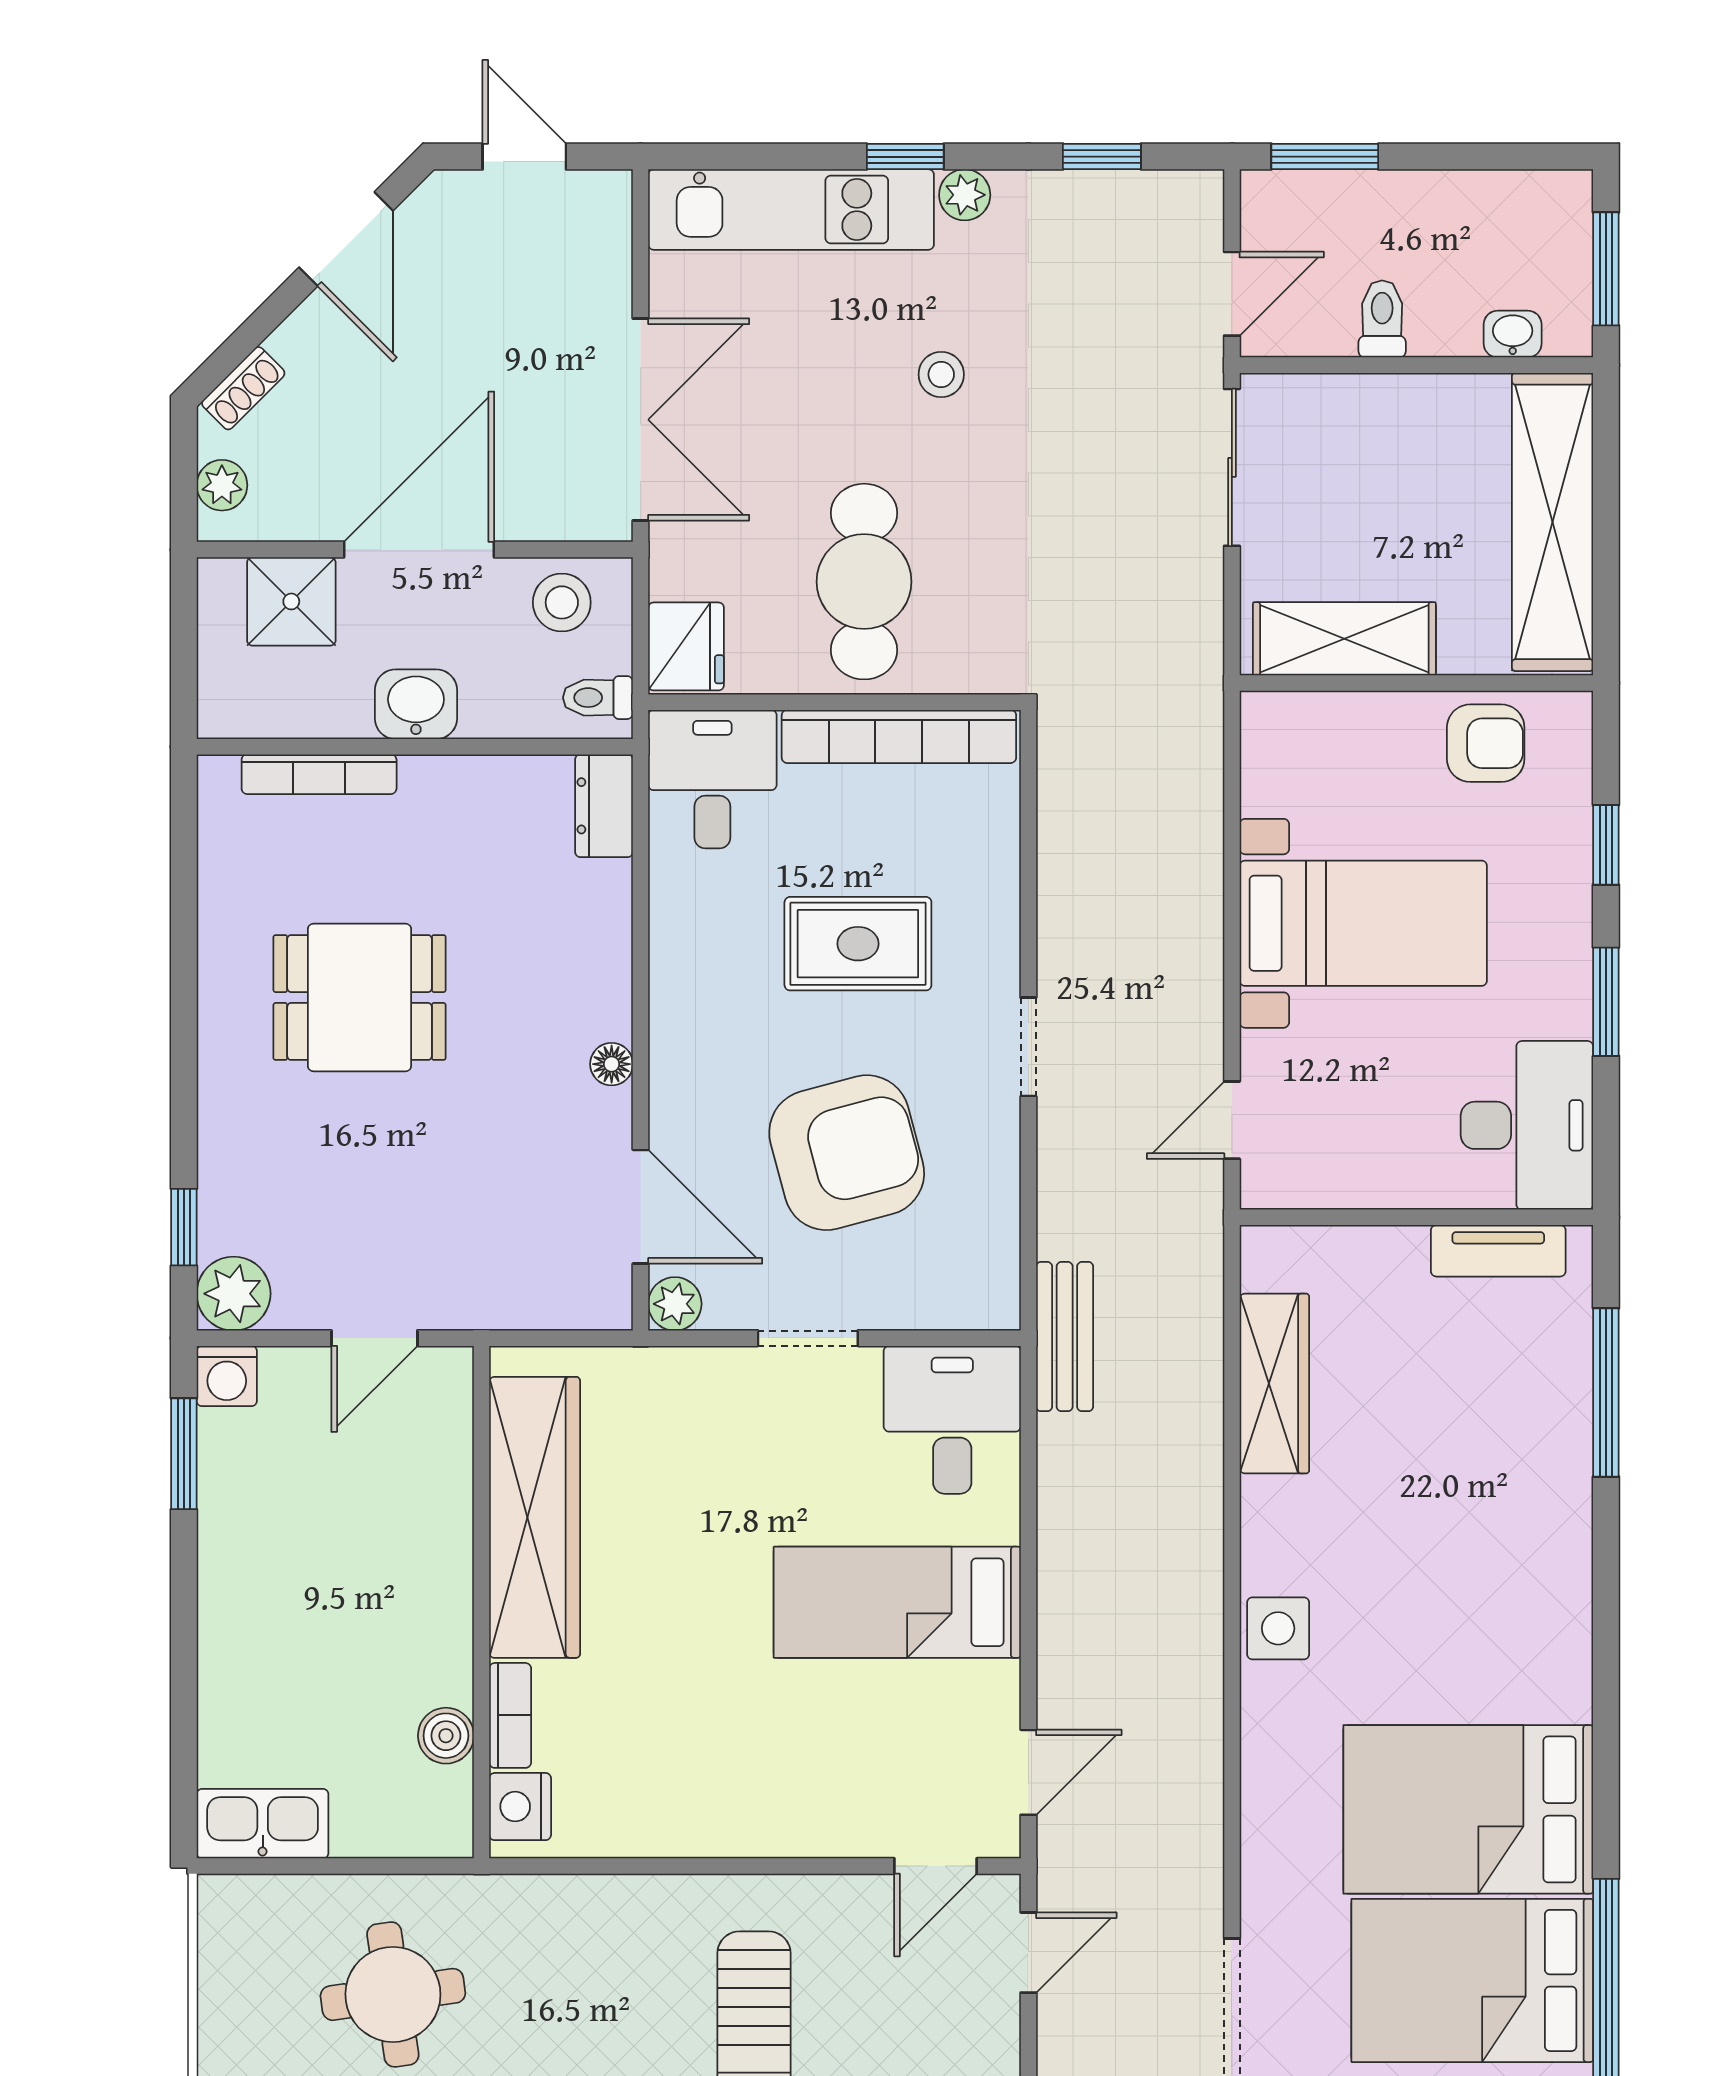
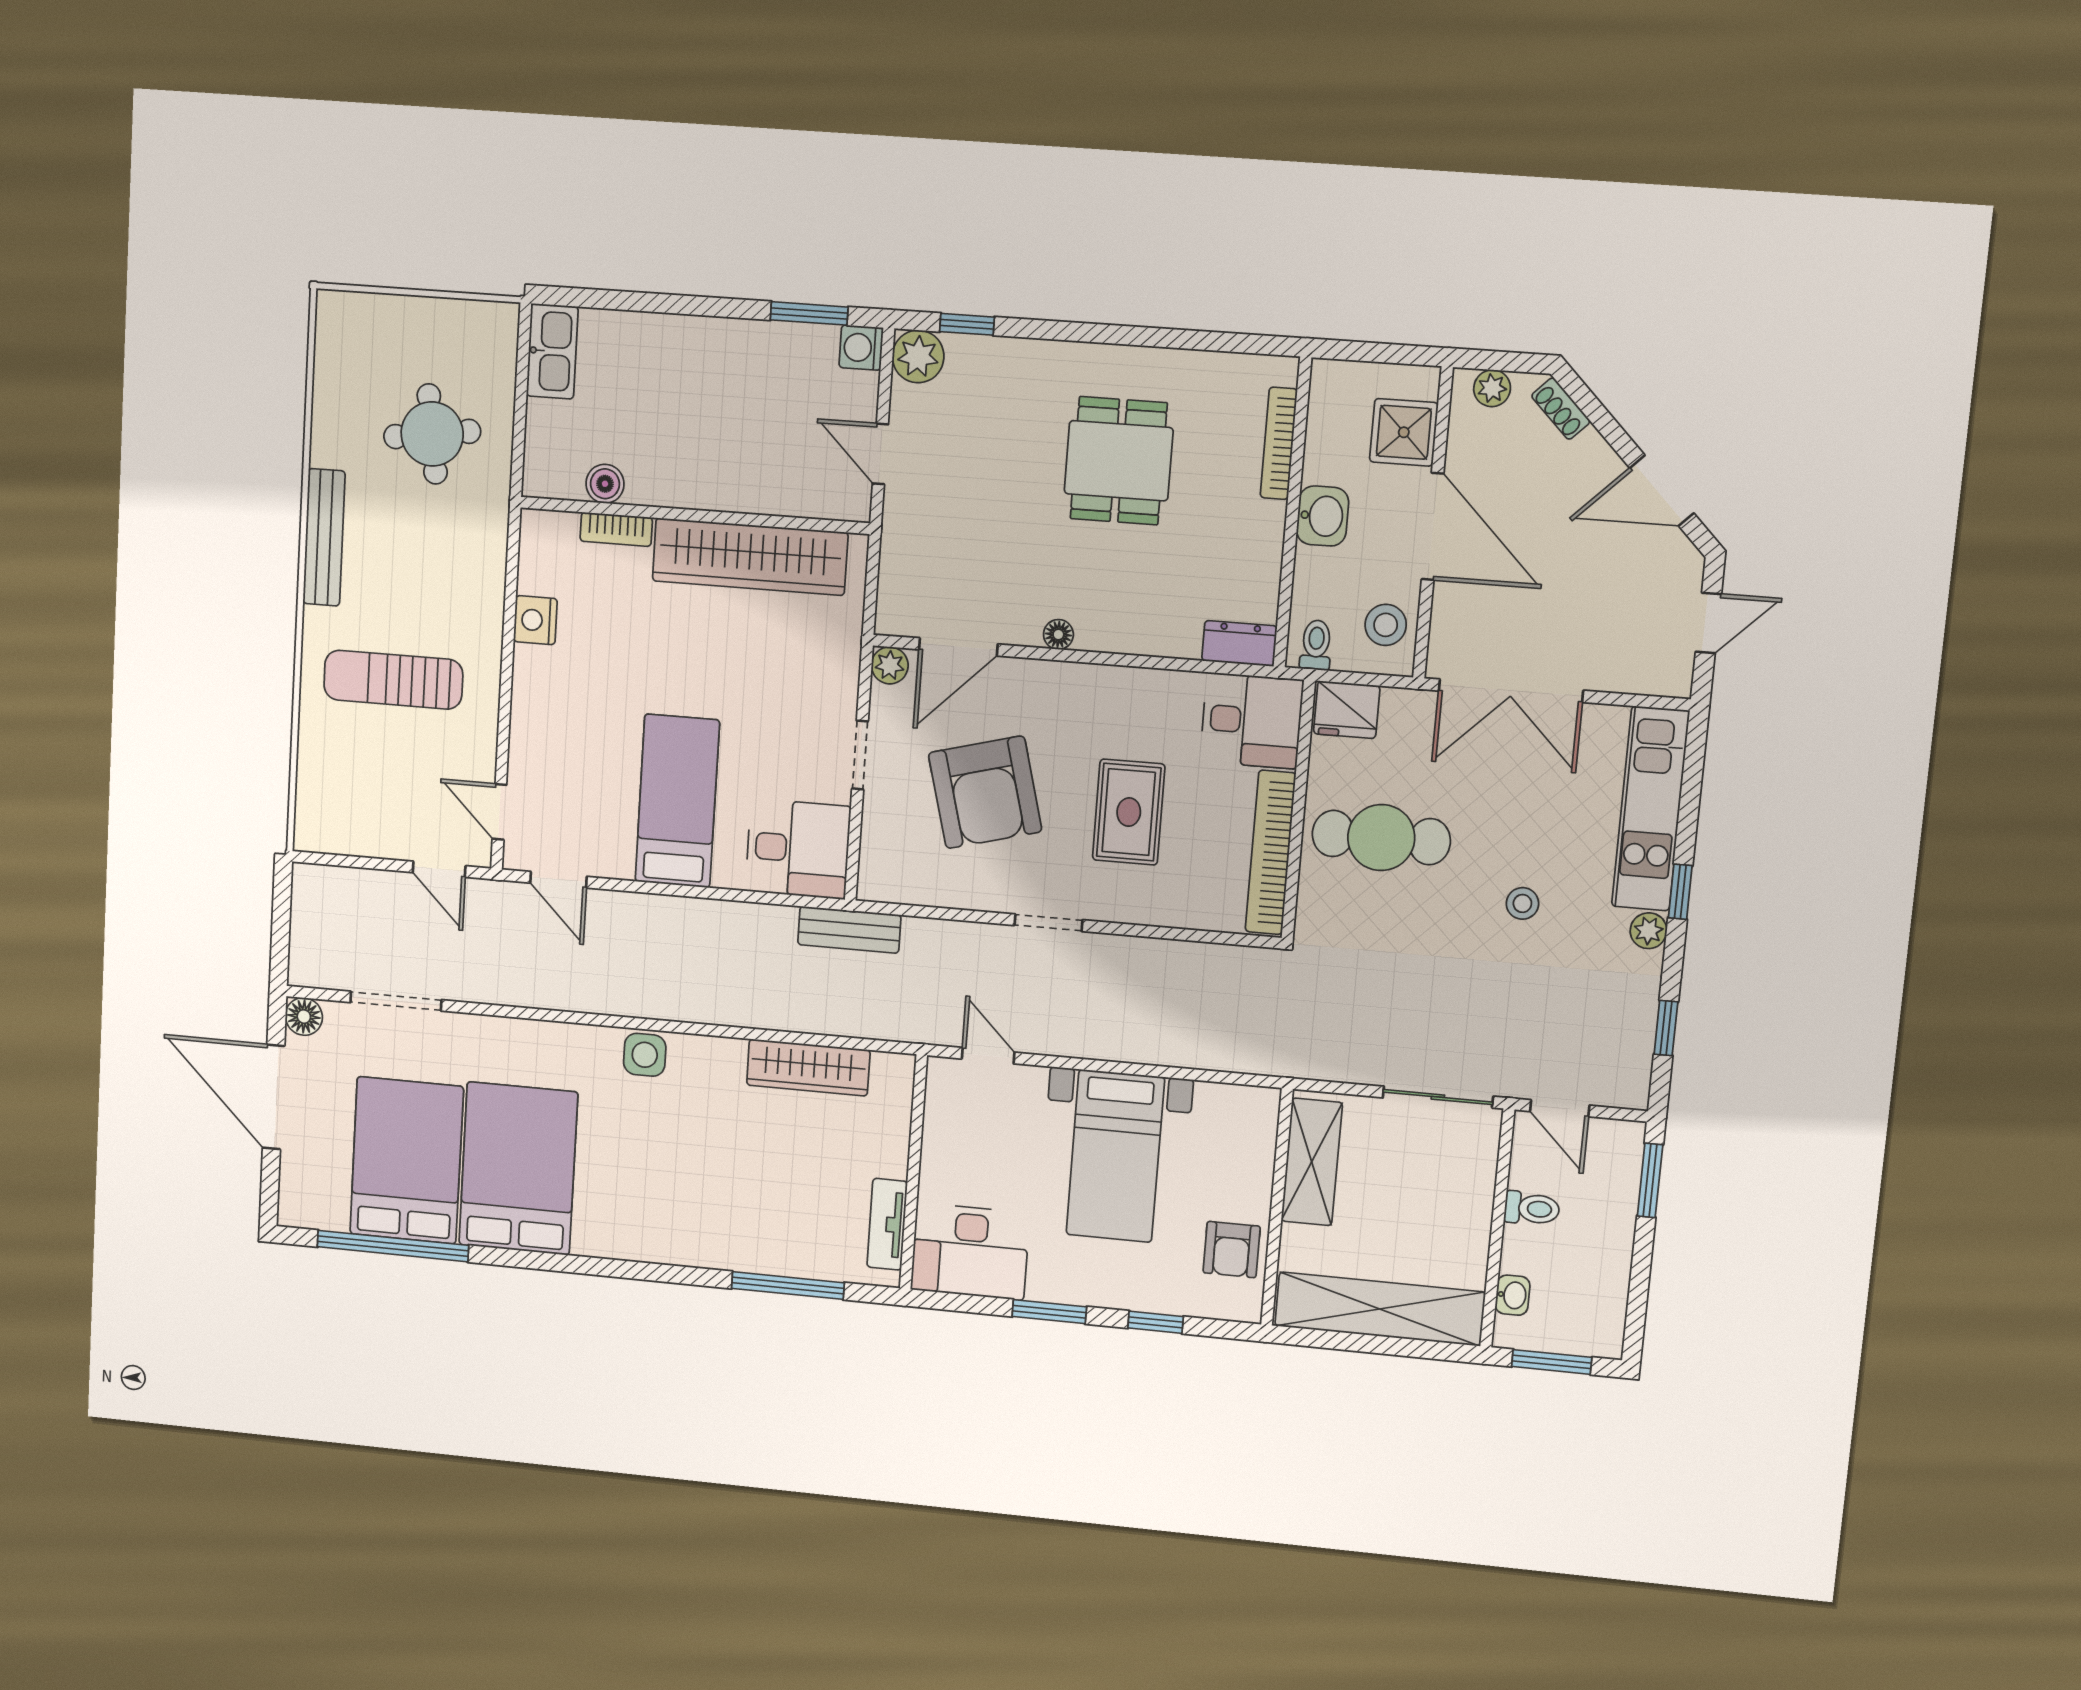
nightstand: (520, 1807) -> (535, 620), moved, turned -90

